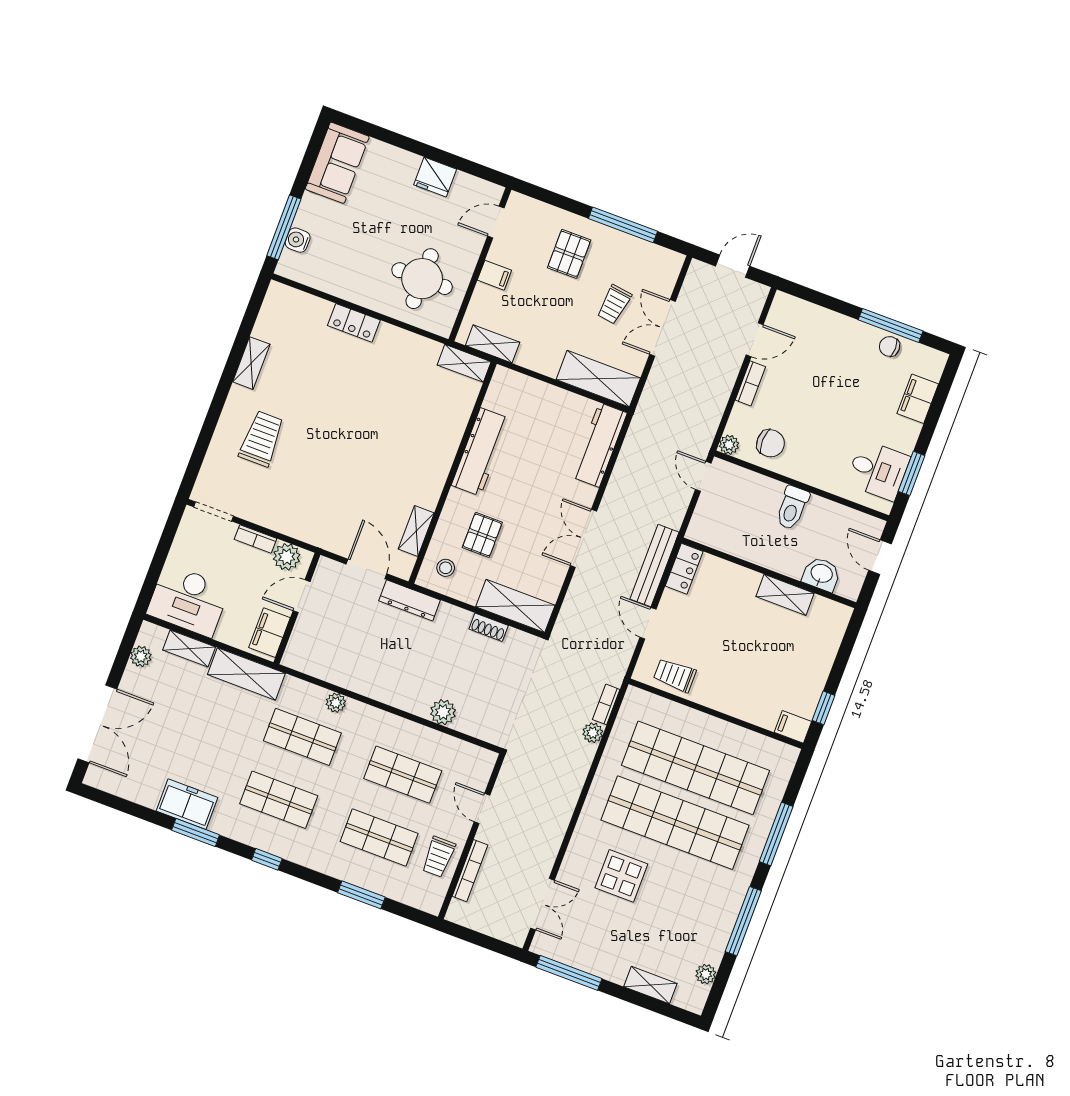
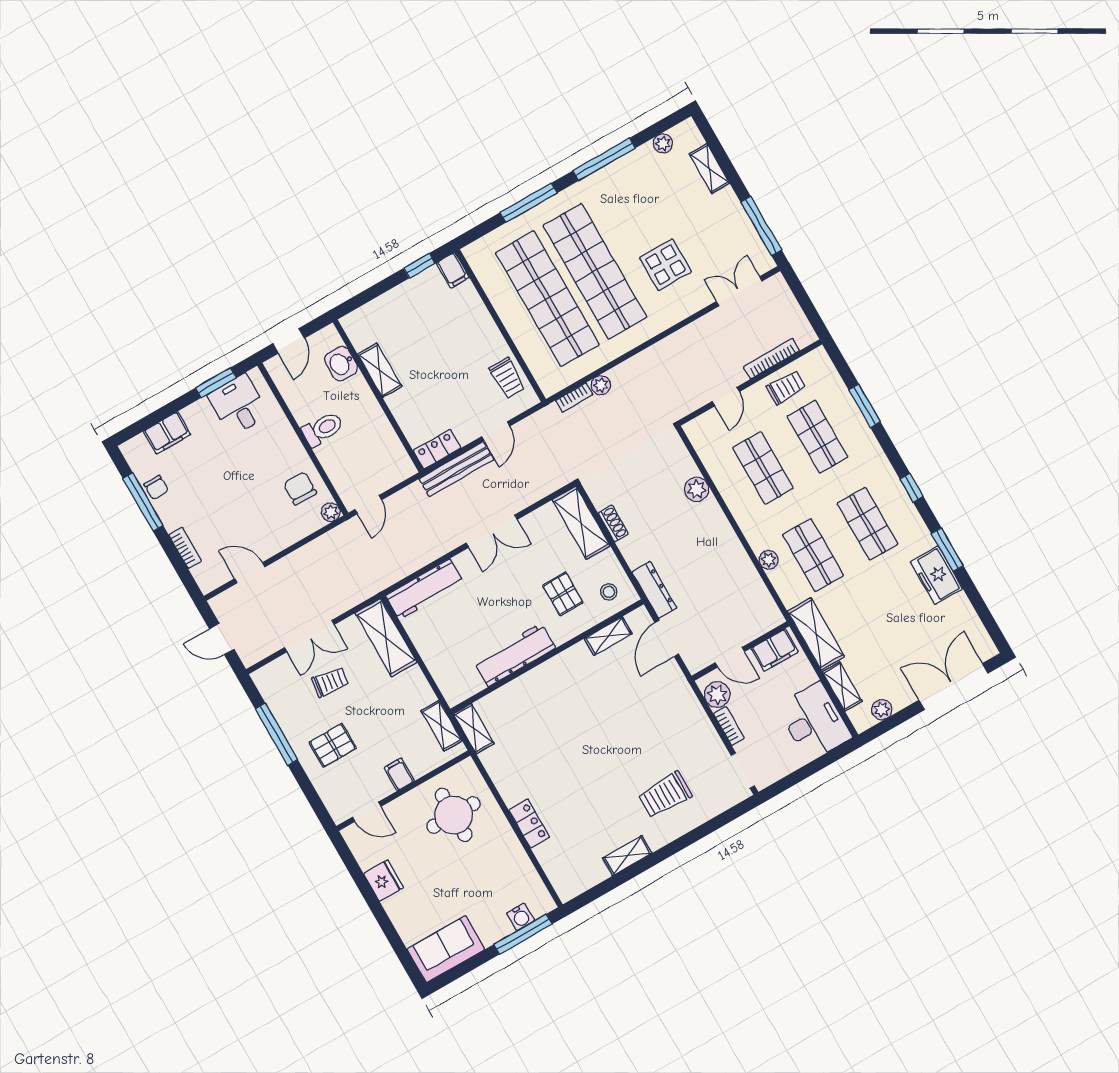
bookcase: (750, 383) -> (185, 548), moved, turned 90
pallet: (482, 535) -> (563, 594), turned 90

